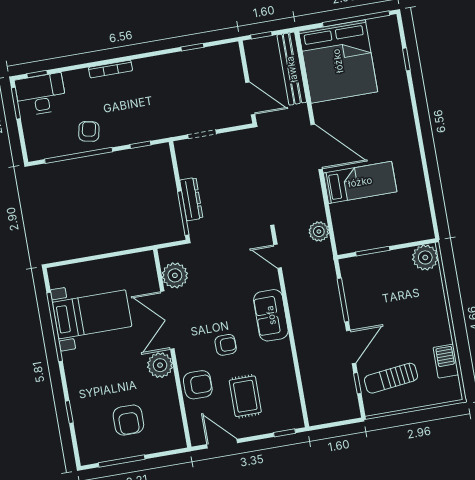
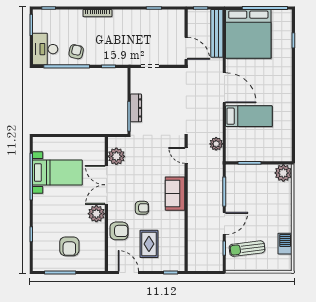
desk: (41, 94) -> (45, 49), moved, turned -90

